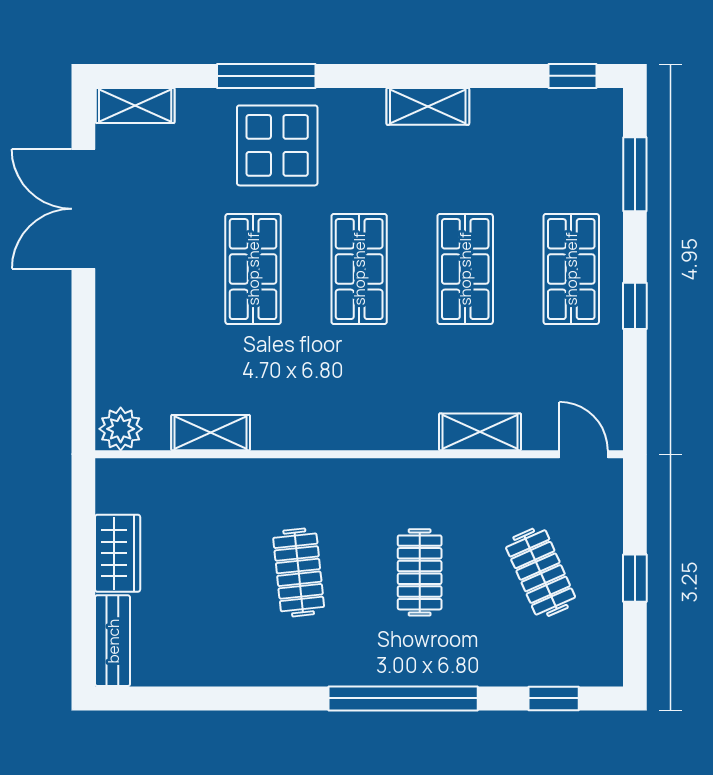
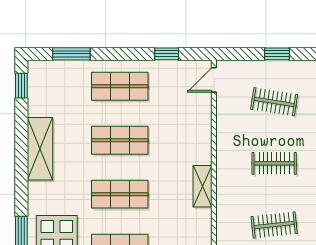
shelving: (428, 106) -> (40, 149), width x1.50, depth x1.33
window: (635, 306) -> (167, 54), moved
shelving: (480, 432) -> (203, 186), moved
clothes rail: (541, 572) -> (274, 102), turned 33

